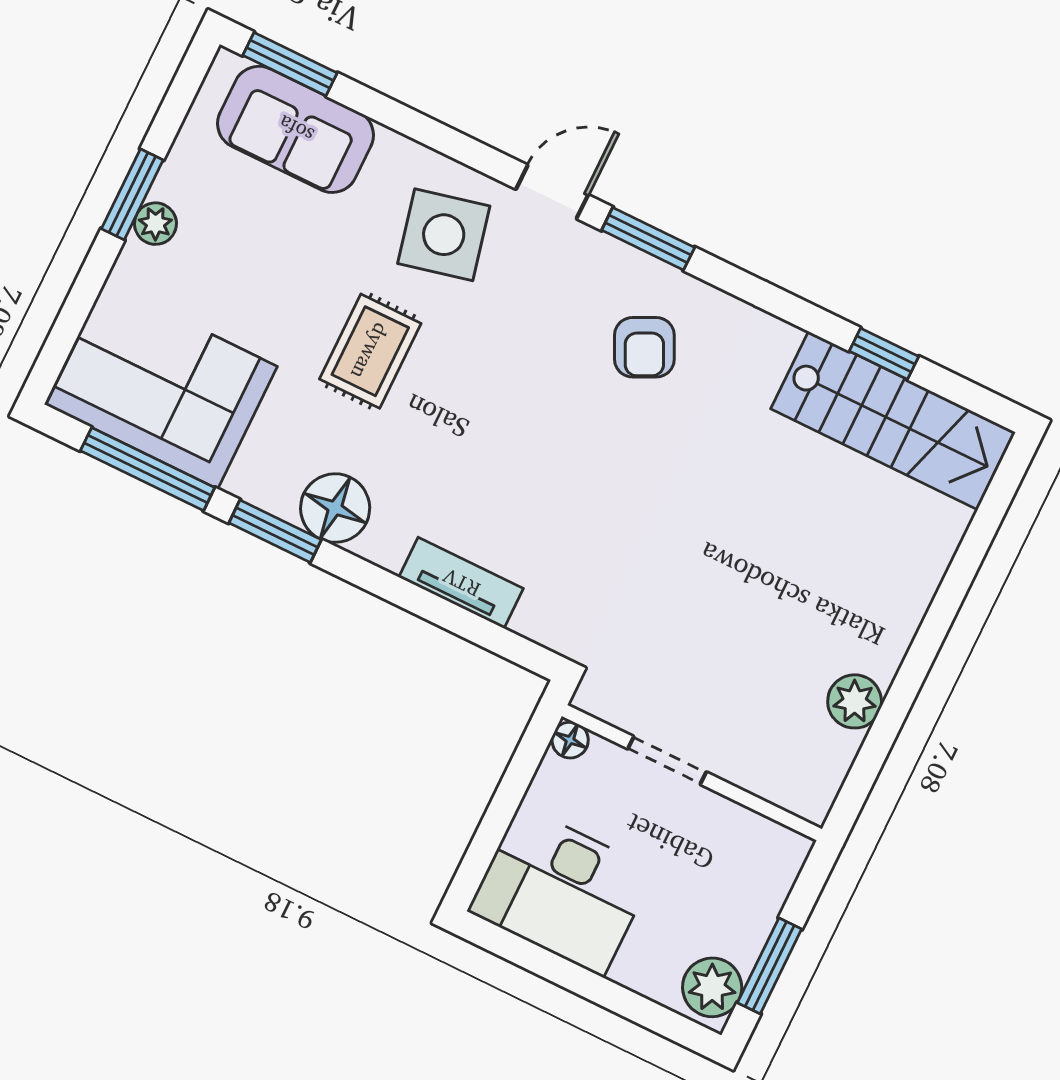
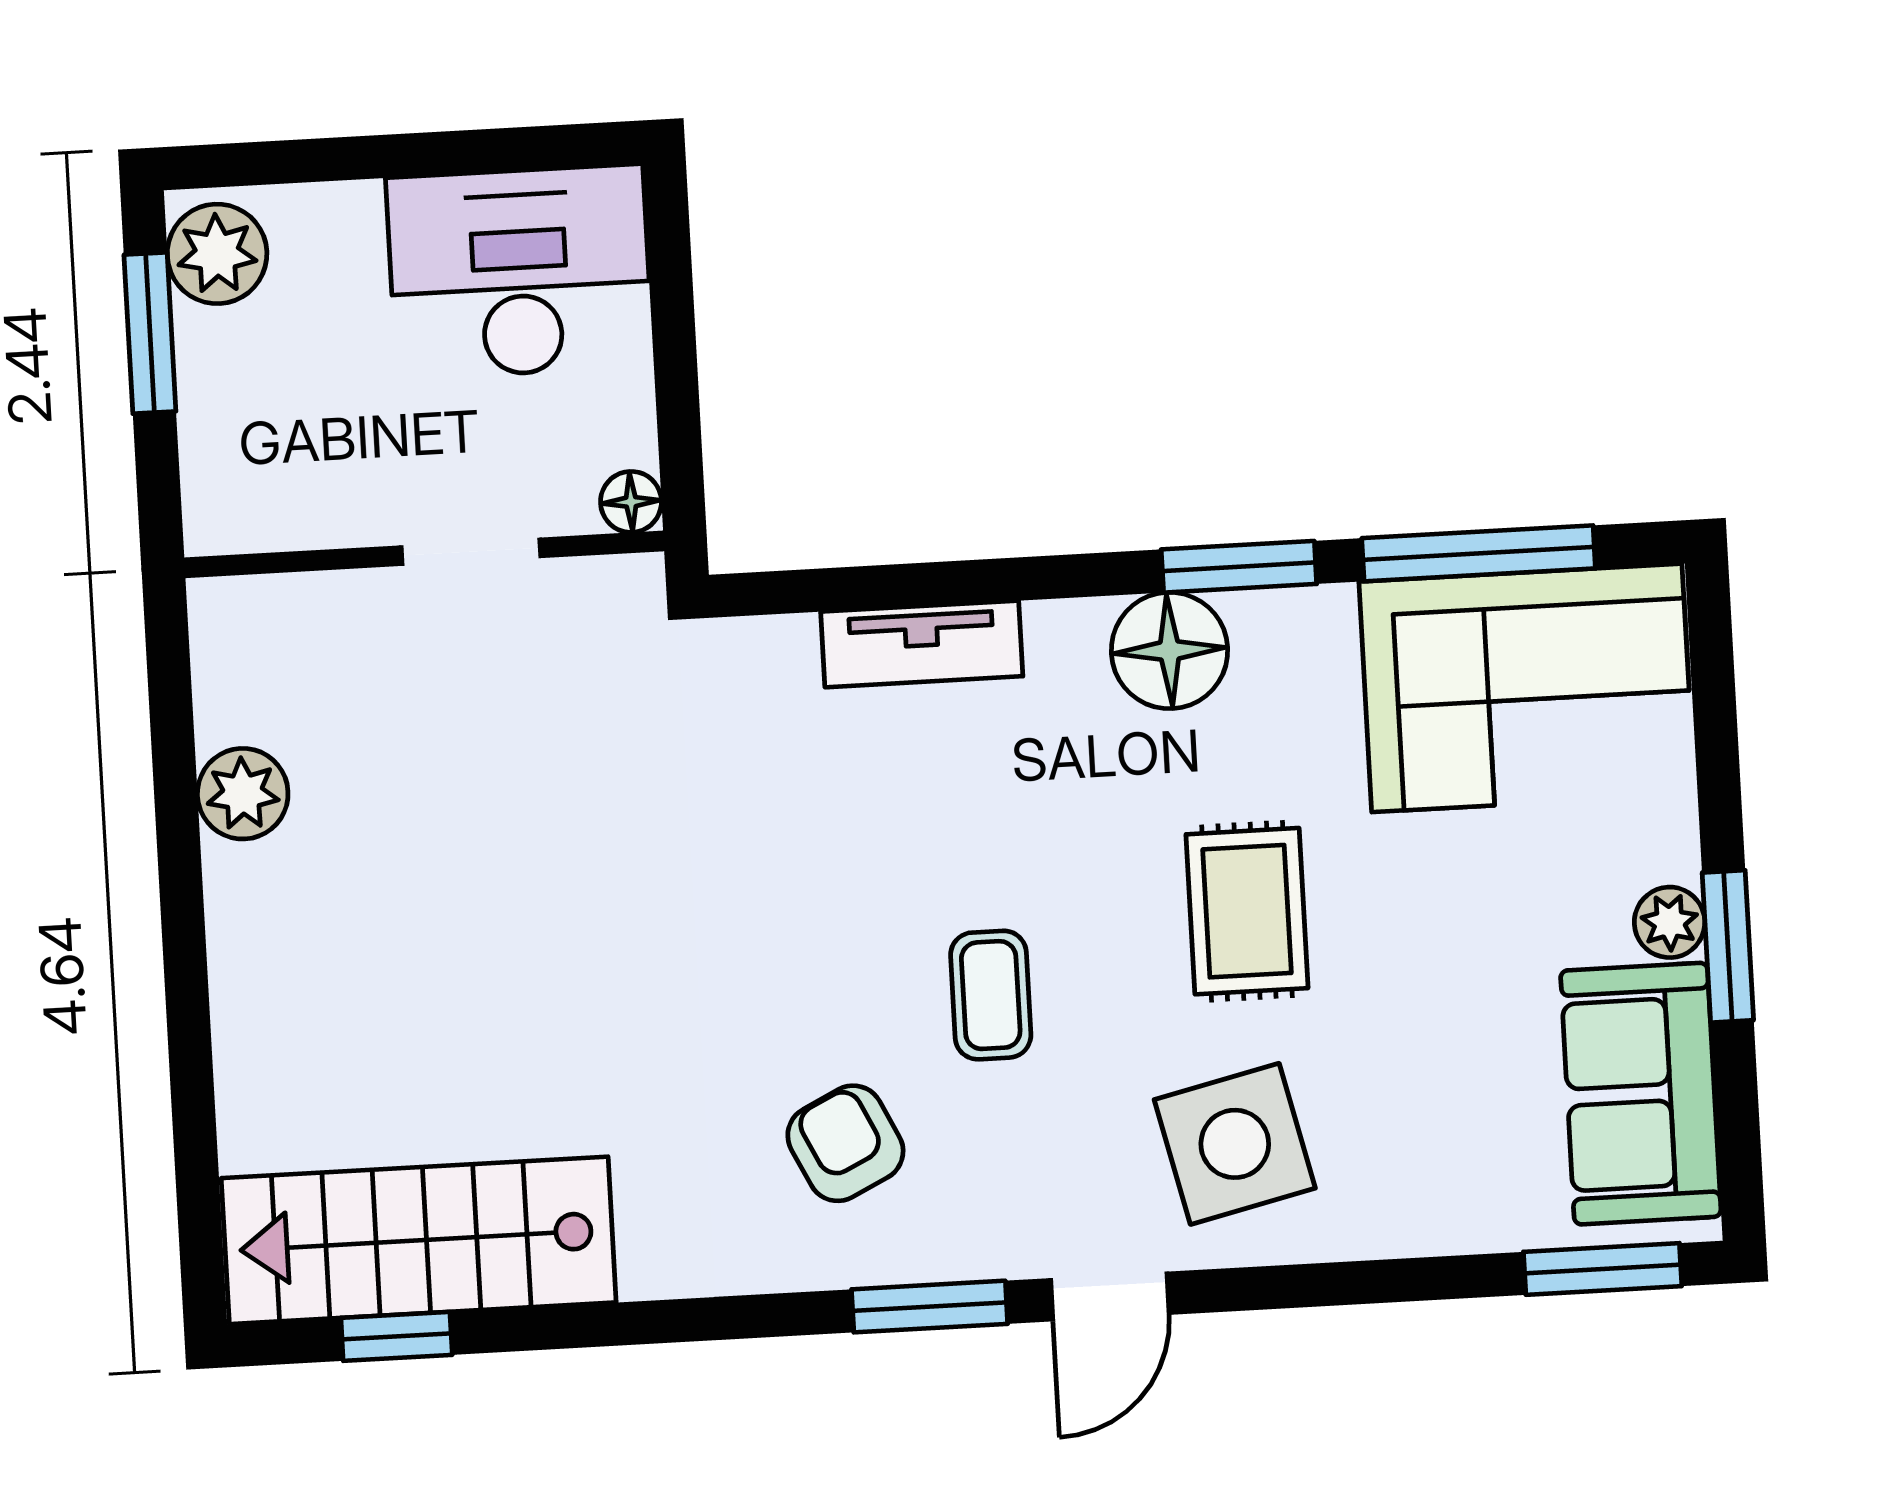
sofa: (296, 129) -> (1641, 1094), moved, turned -90
window: (884, 354) -> (397, 1336), moved
coffee table: (527, 382) -> (991, 995), added

